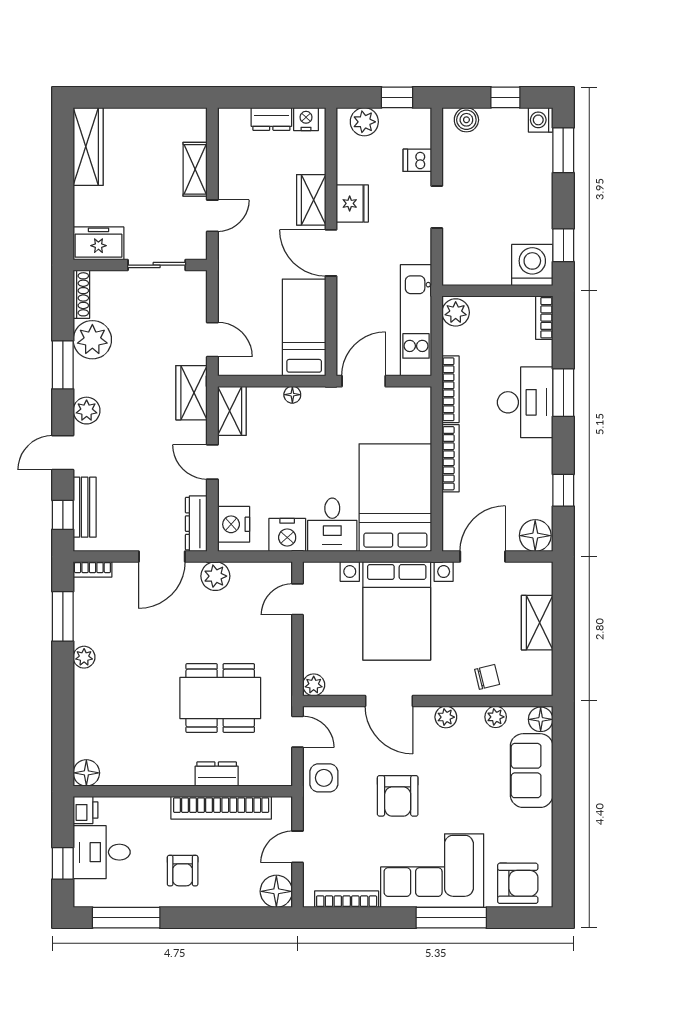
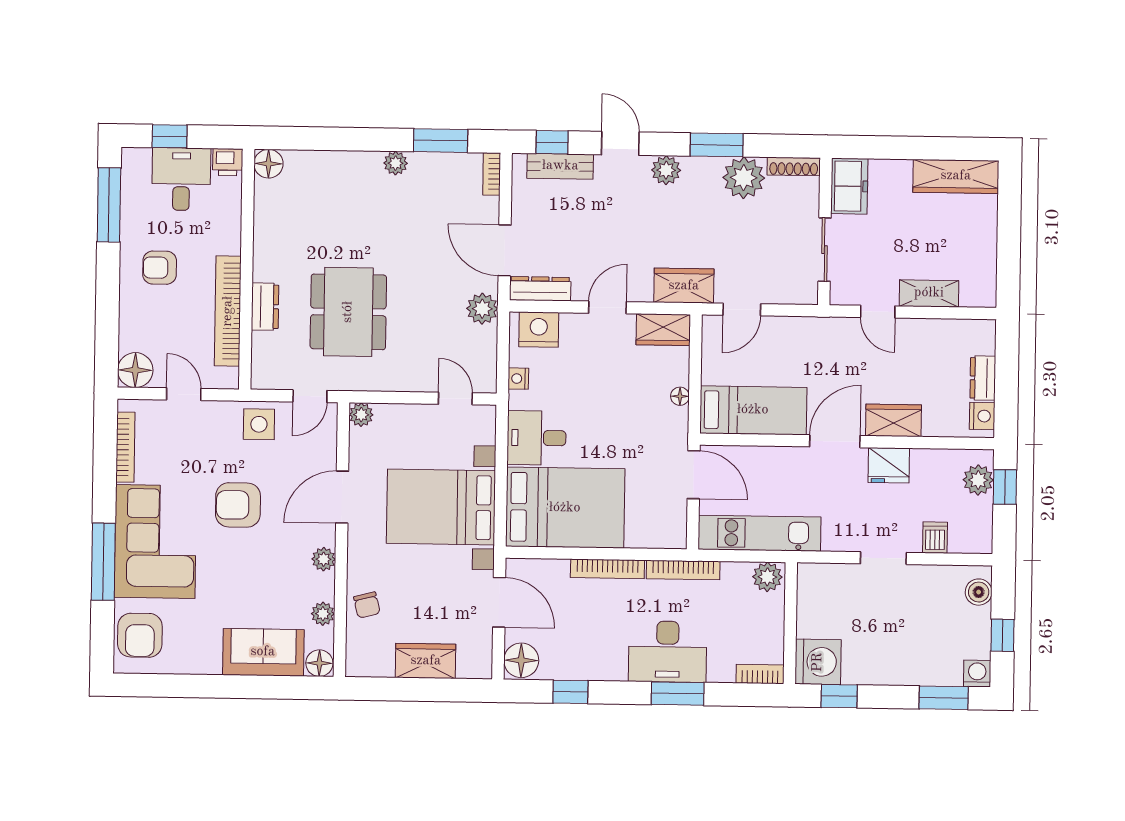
window: (397, 97) -> (1005, 487), moved
nightstand: (287, 535) -> (518, 379), width x0.53, depth x0.56

